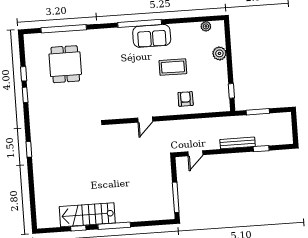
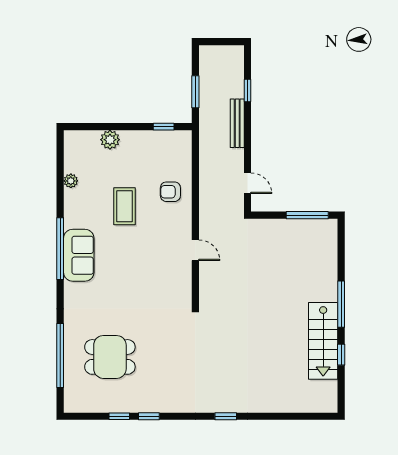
plant: (206, 26) -> (71, 181), moved
sofa: (152, 36) -> (79, 255), moved

